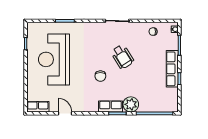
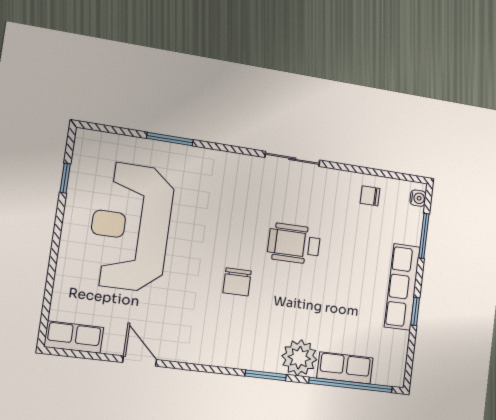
wheelchair: (122, 57) -> (294, 244), turned 122
row of seats: (111, 106) -> (345, 368), moved

